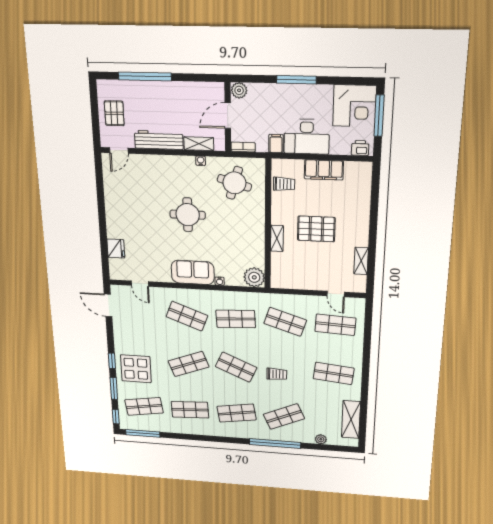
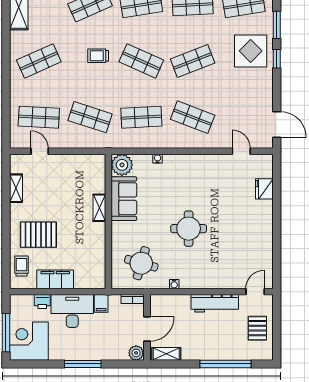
shelving: (199, 144) -> (166, 354), moved
printer: (360, 148) -> (42, 302), moved
trolley: (284, 184) -> (21, 266), moved, turned 90
pallet: (316, 229) -> (38, 235), moved
sofa: (193, 272) -> (124, 199), moved, turned -90
shop shelf: (334, 373) -> (39, 61), turned -30

